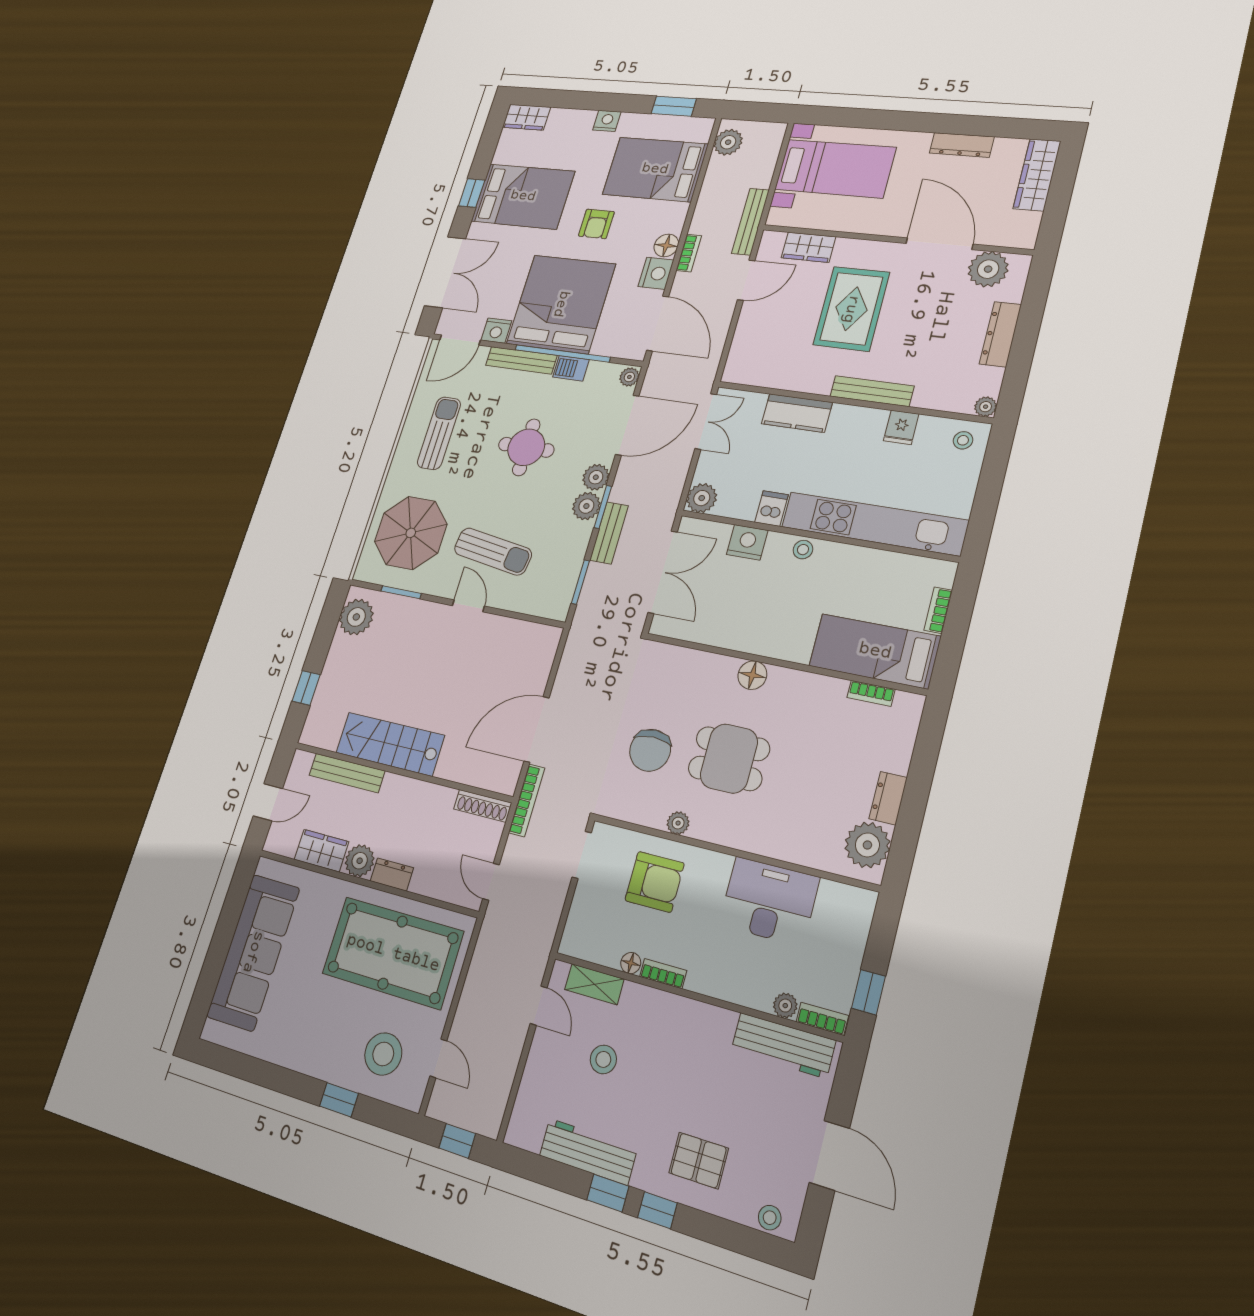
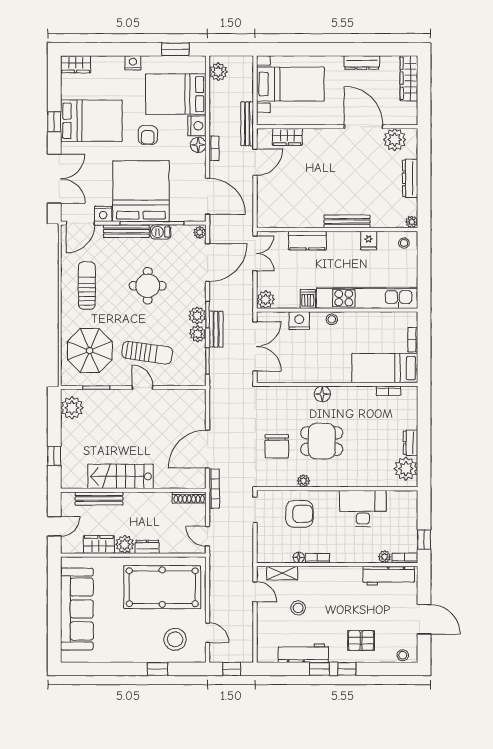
nightstand: (656, 273) -> (197, 126), moved
rug: (851, 309) -> (323, 173), removed
plant: (596, 477) -> (198, 334), moved

